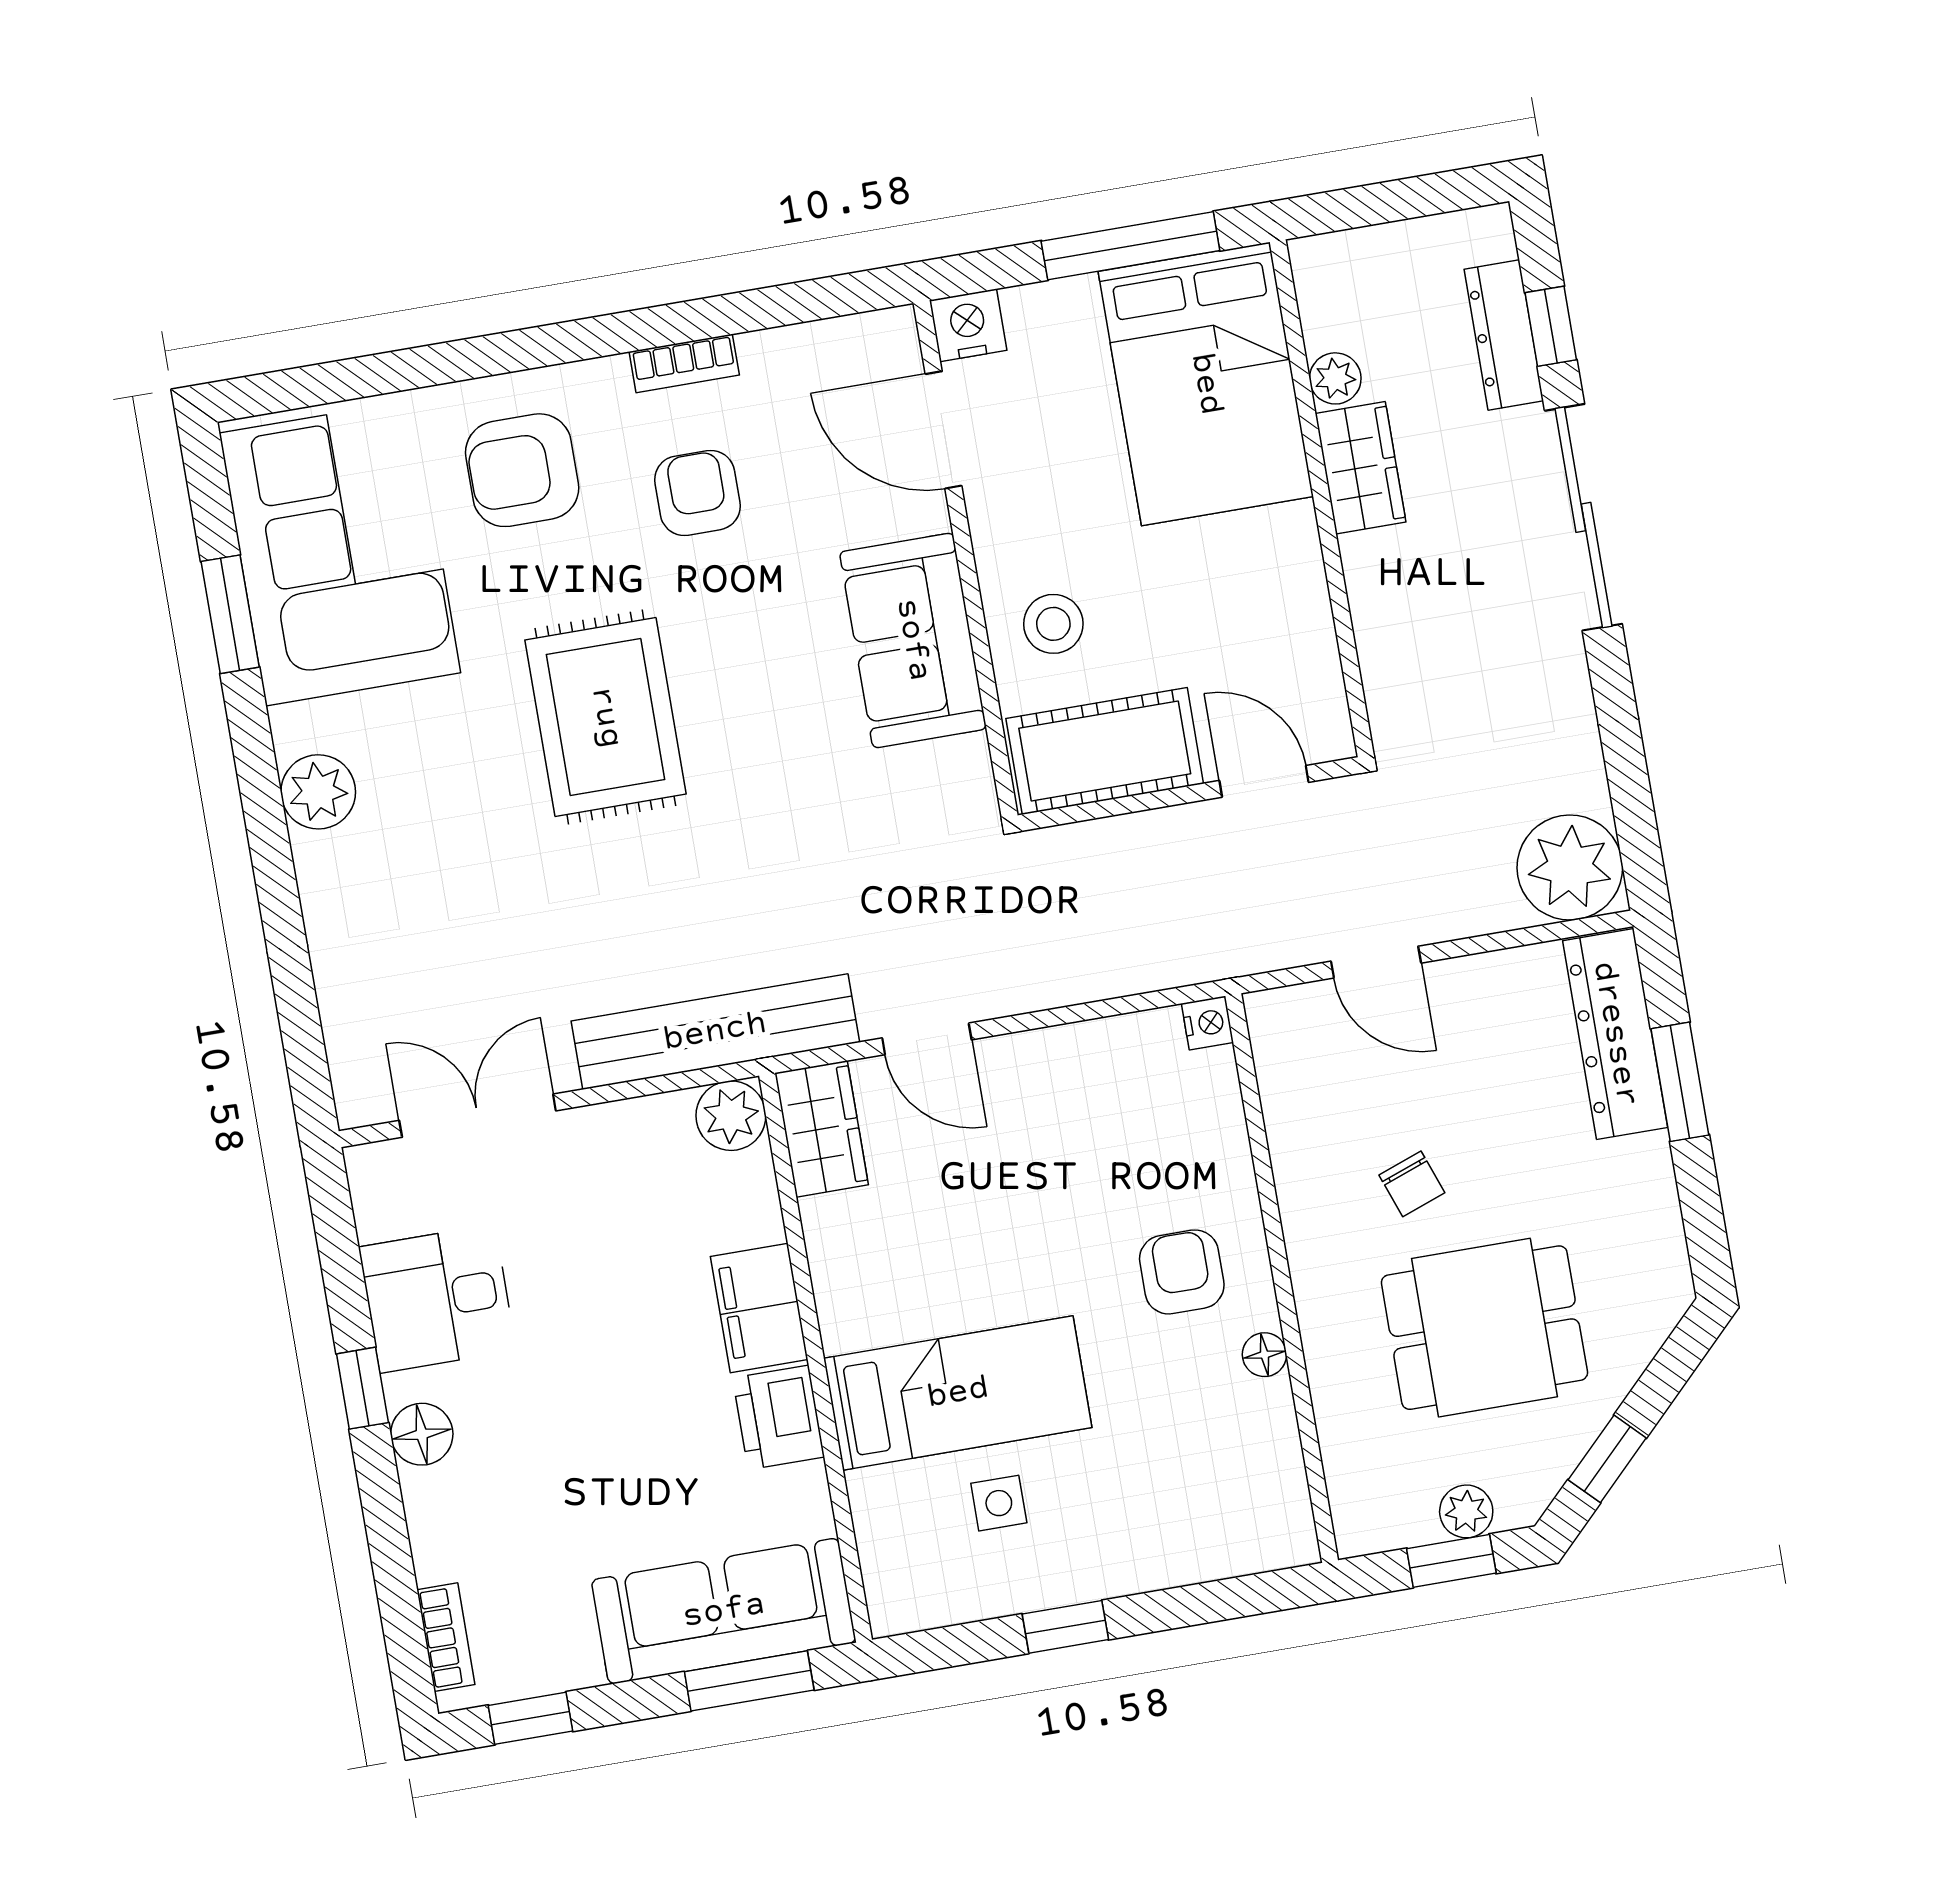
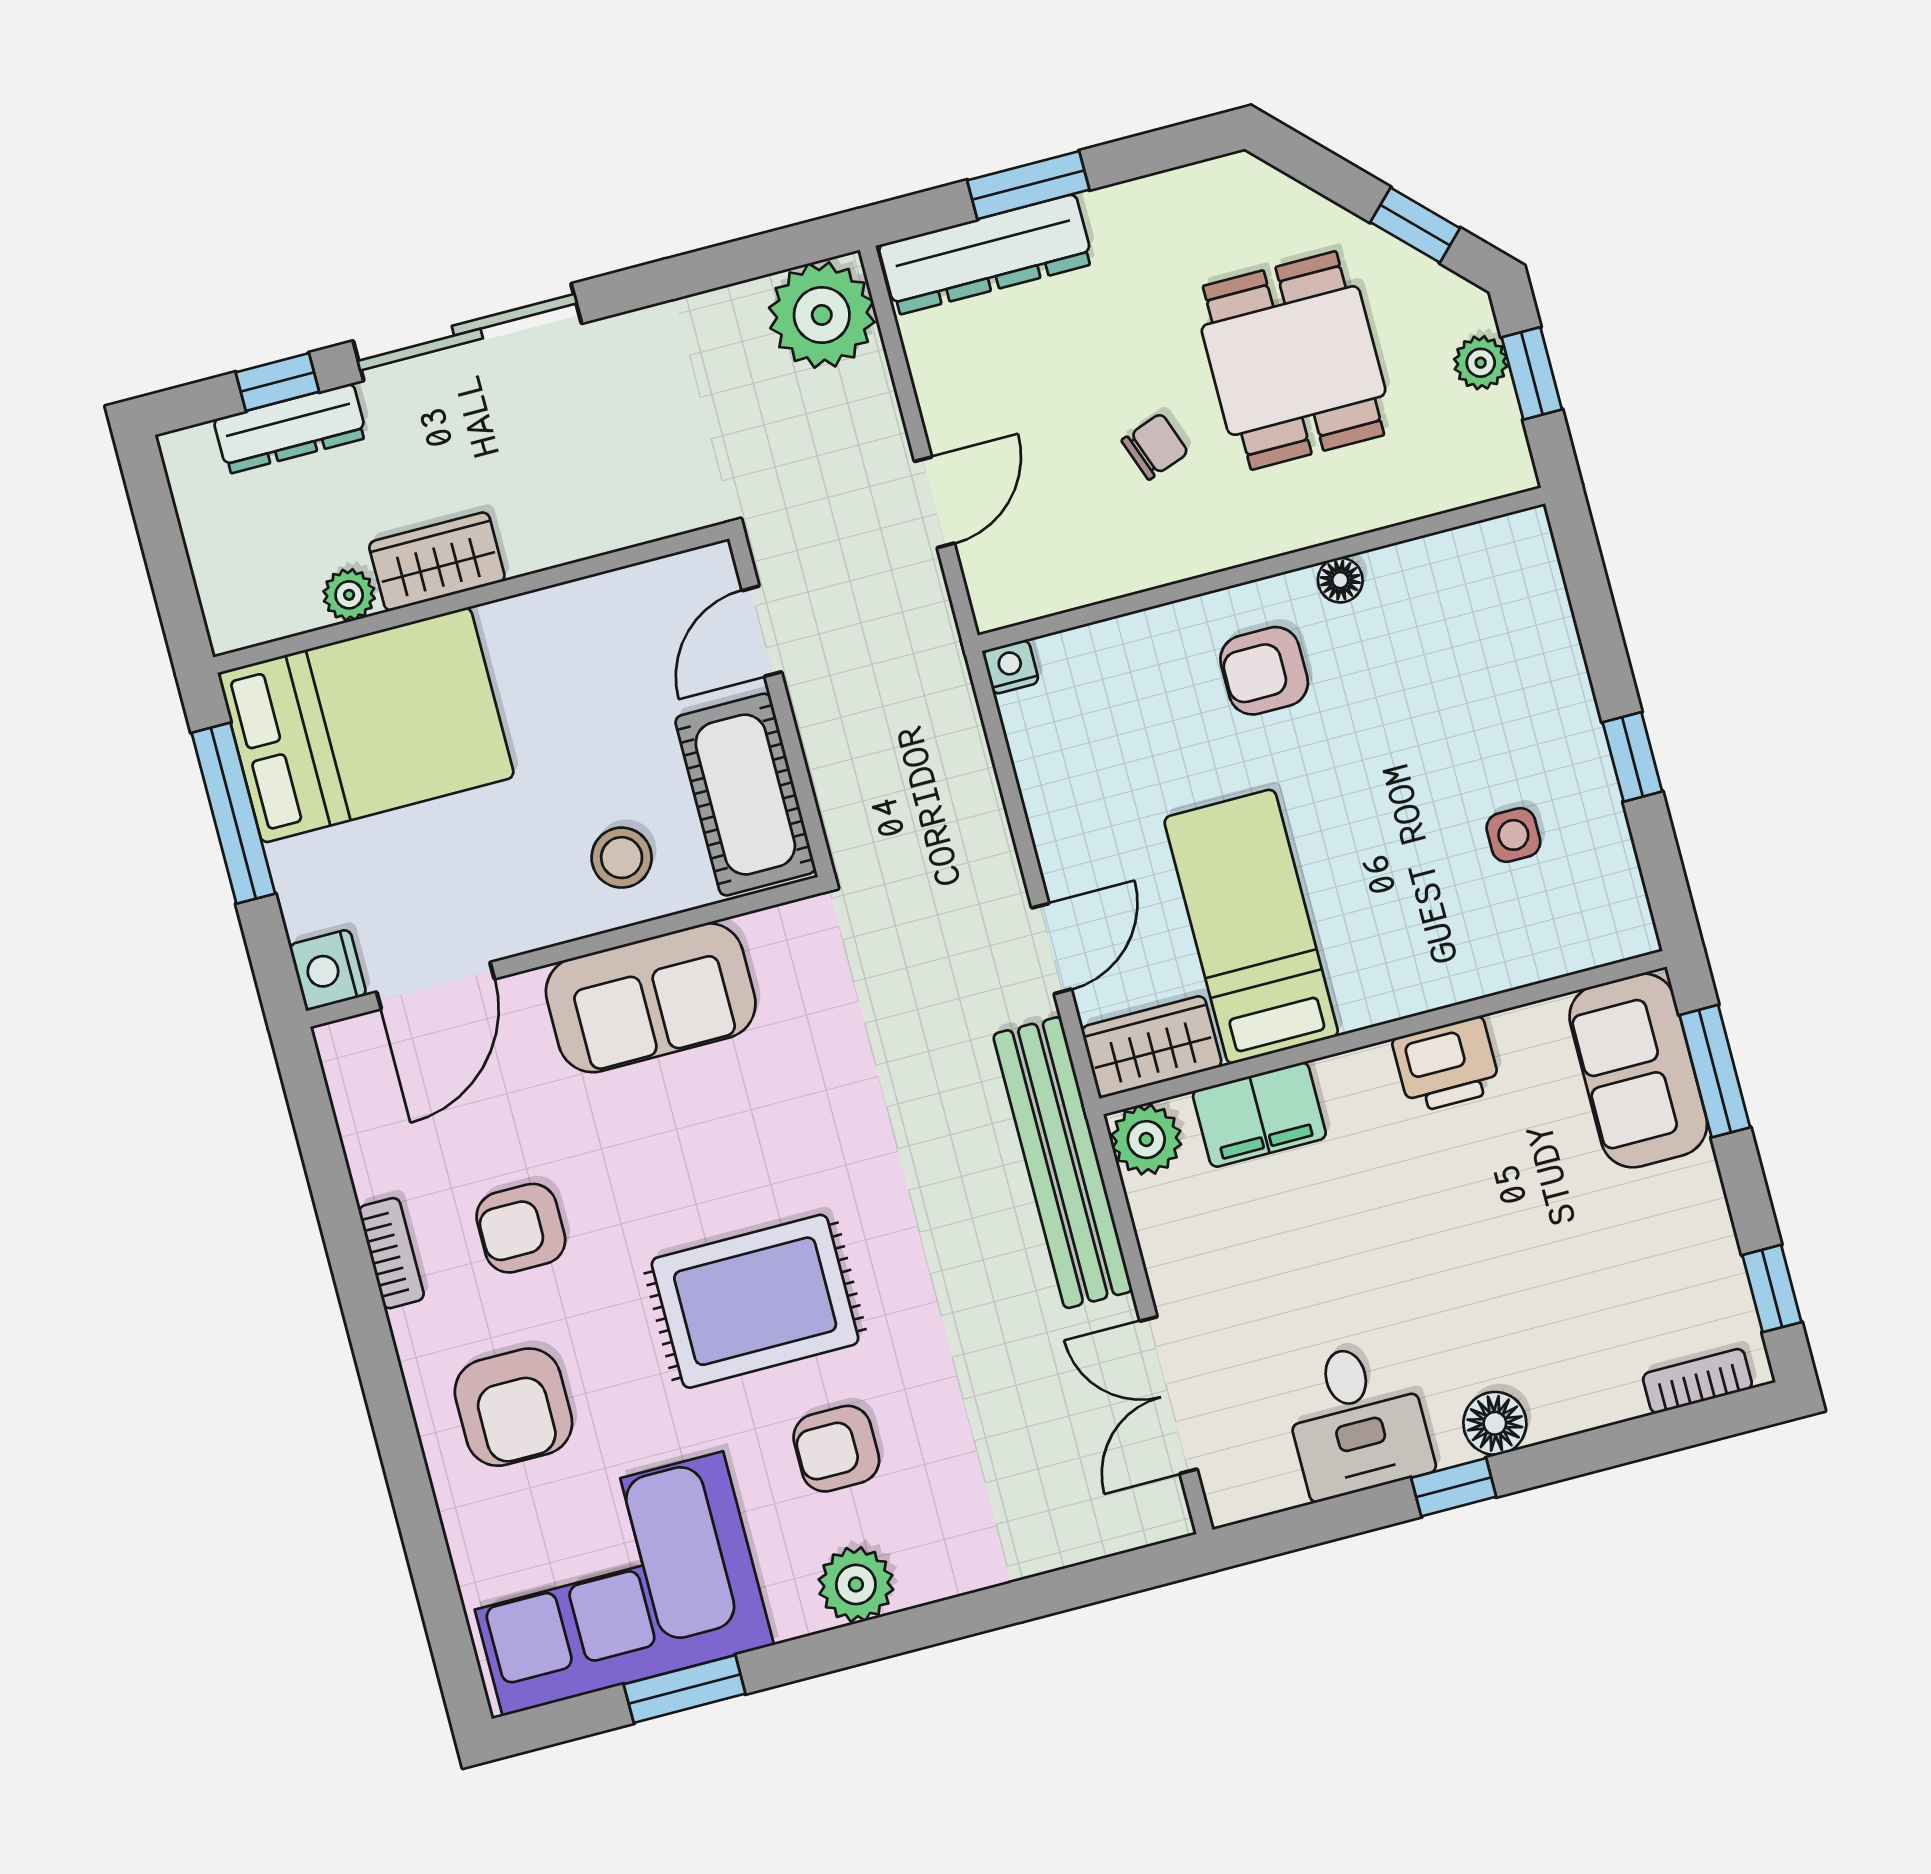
armchair: (453, 784) -> (836, 1449), added
filing cabinet: (759, 1308) -> (1259, 1115), moved
bed: (958, 1393) -> (1251, 927), moved
sofa: (724, 1611) -> (1638, 1071), width x0.73

